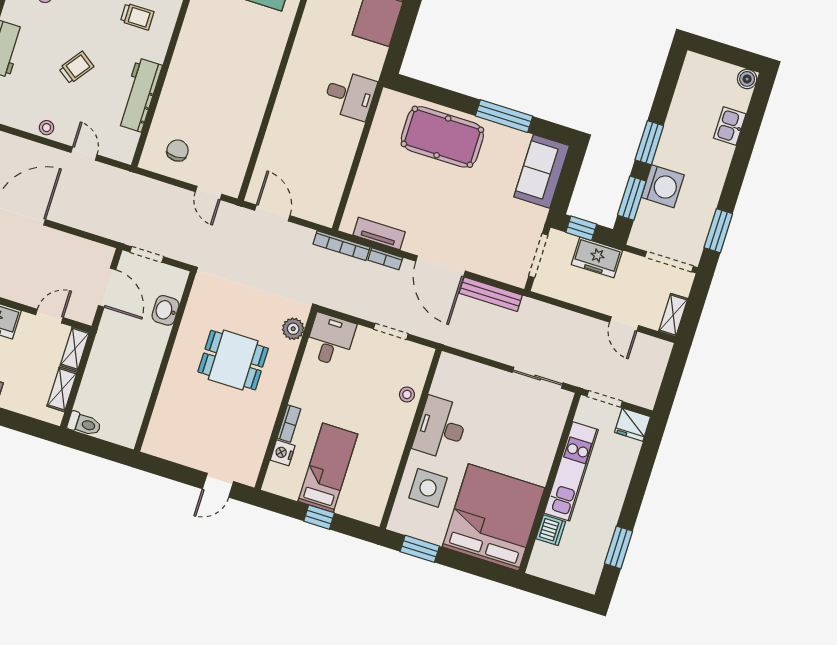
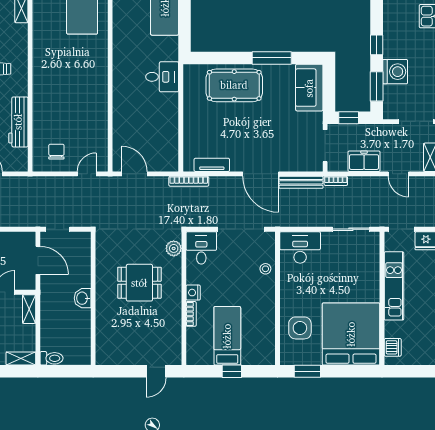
window: (649, 143) -> (377, 45), width x0.67
door: (209, 193) -> (87, 174), swing flipped
freezer: (597, 257) -> (364, 161), moved, turned 180
bookcase: (385, 259) -> (336, 181), moved
washbasin: (165, 310) -> (83, 298), moved
doorway: (391, 331) -> (241, 229), width x1.88
shelving: (62, 389) -> (21, 359), moved, turned 90
desk: (441, 428) -> (300, 247), moved, turned 90
nightstand: (283, 453) -> (193, 293), moved
dishwasher: (551, 530) -> (393, 347), moved

